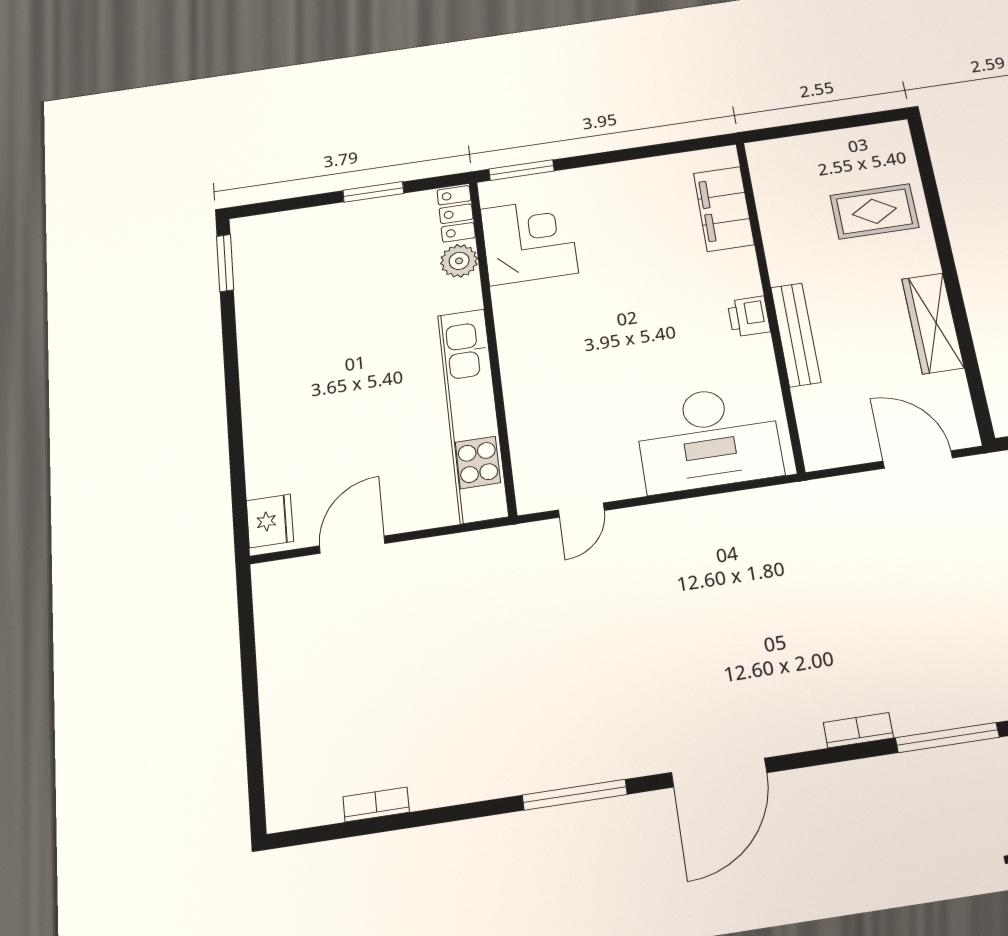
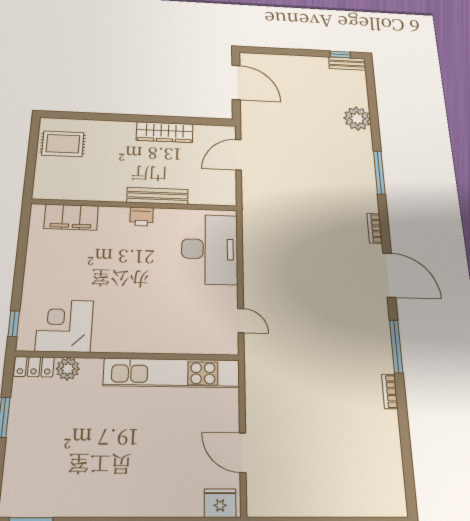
window: (521, 170) -> (14, 324), width x0.67
rug: (874, 211) -> (63, 144), moved, turned 90
bookcase: (858, 730) -> (375, 228), moved
bookcase: (376, 804) -> (390, 392), moved

